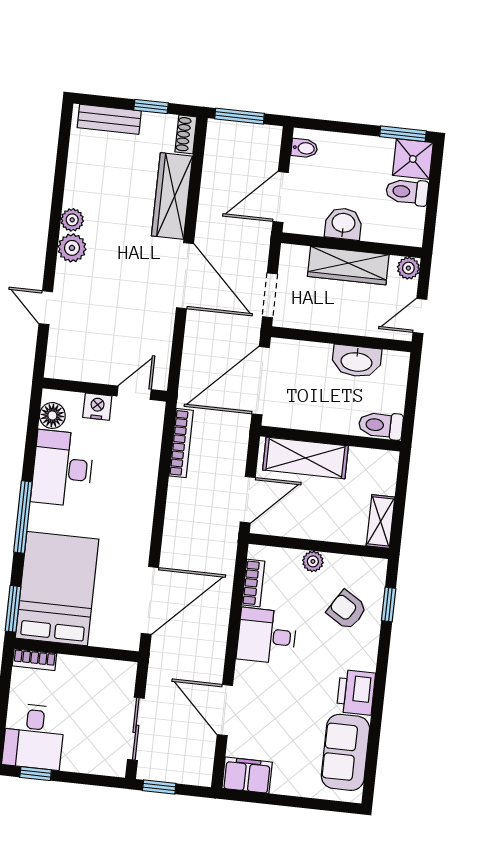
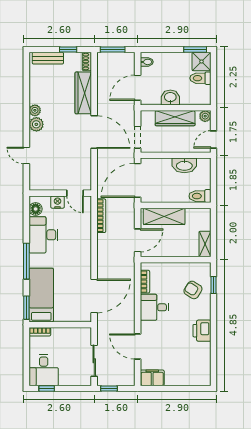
door: (134, 393) -> (75, 193), swing flipped
plant: (313, 561) -> (173, 268), removed
bed: (57, 589) -> (41, 295), width x0.67
sofa: (345, 752) -> (200, 361), removed

